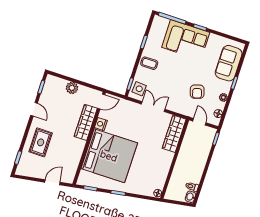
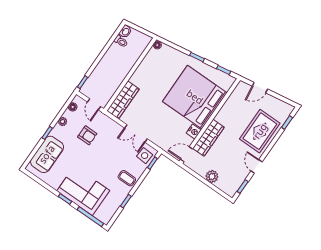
armchair: (197, 92) -> (87, 135), turned 106
rug: (41, 142) -> (260, 131), width x1.36, depth x1.43

